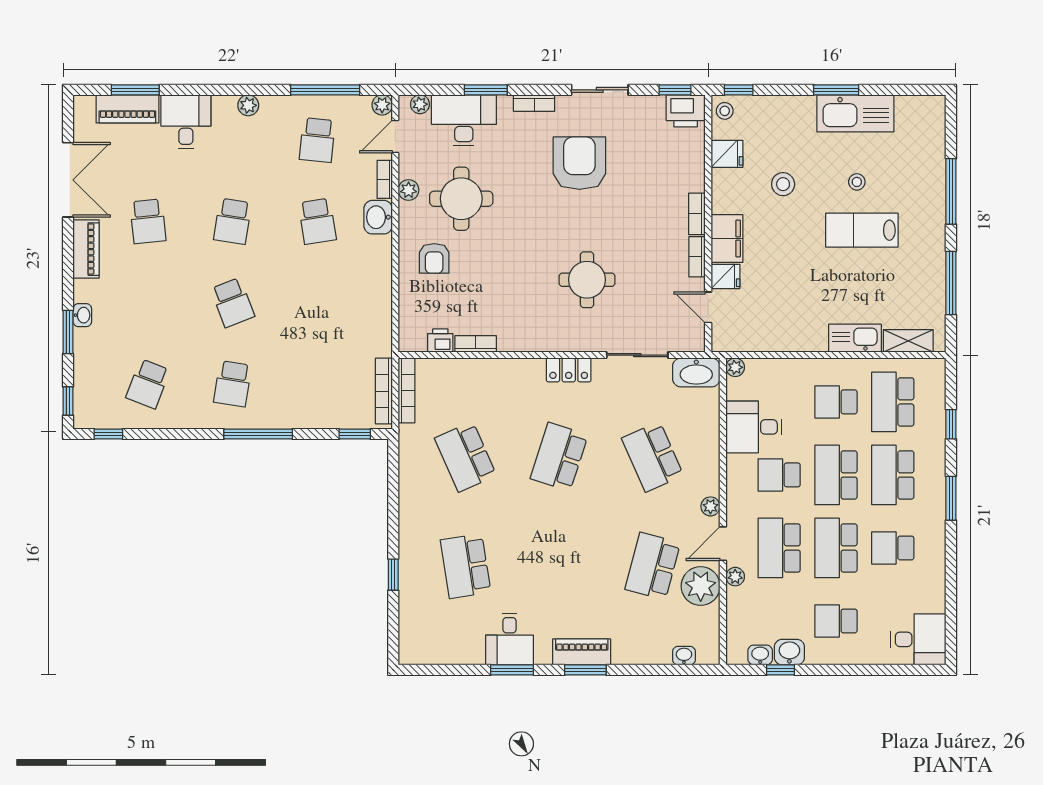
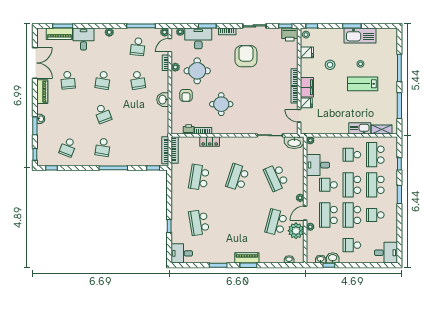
washbasin: (378, 217) -> (163, 100), moved
round table: (587, 280) -> (221, 104), moved
locker: (569, 370) -> (210, 141), moved
school desk: (466, 457) -> (199, 177), turned 33
desk: (509, 639) -> (182, 253), moved, turned 90

